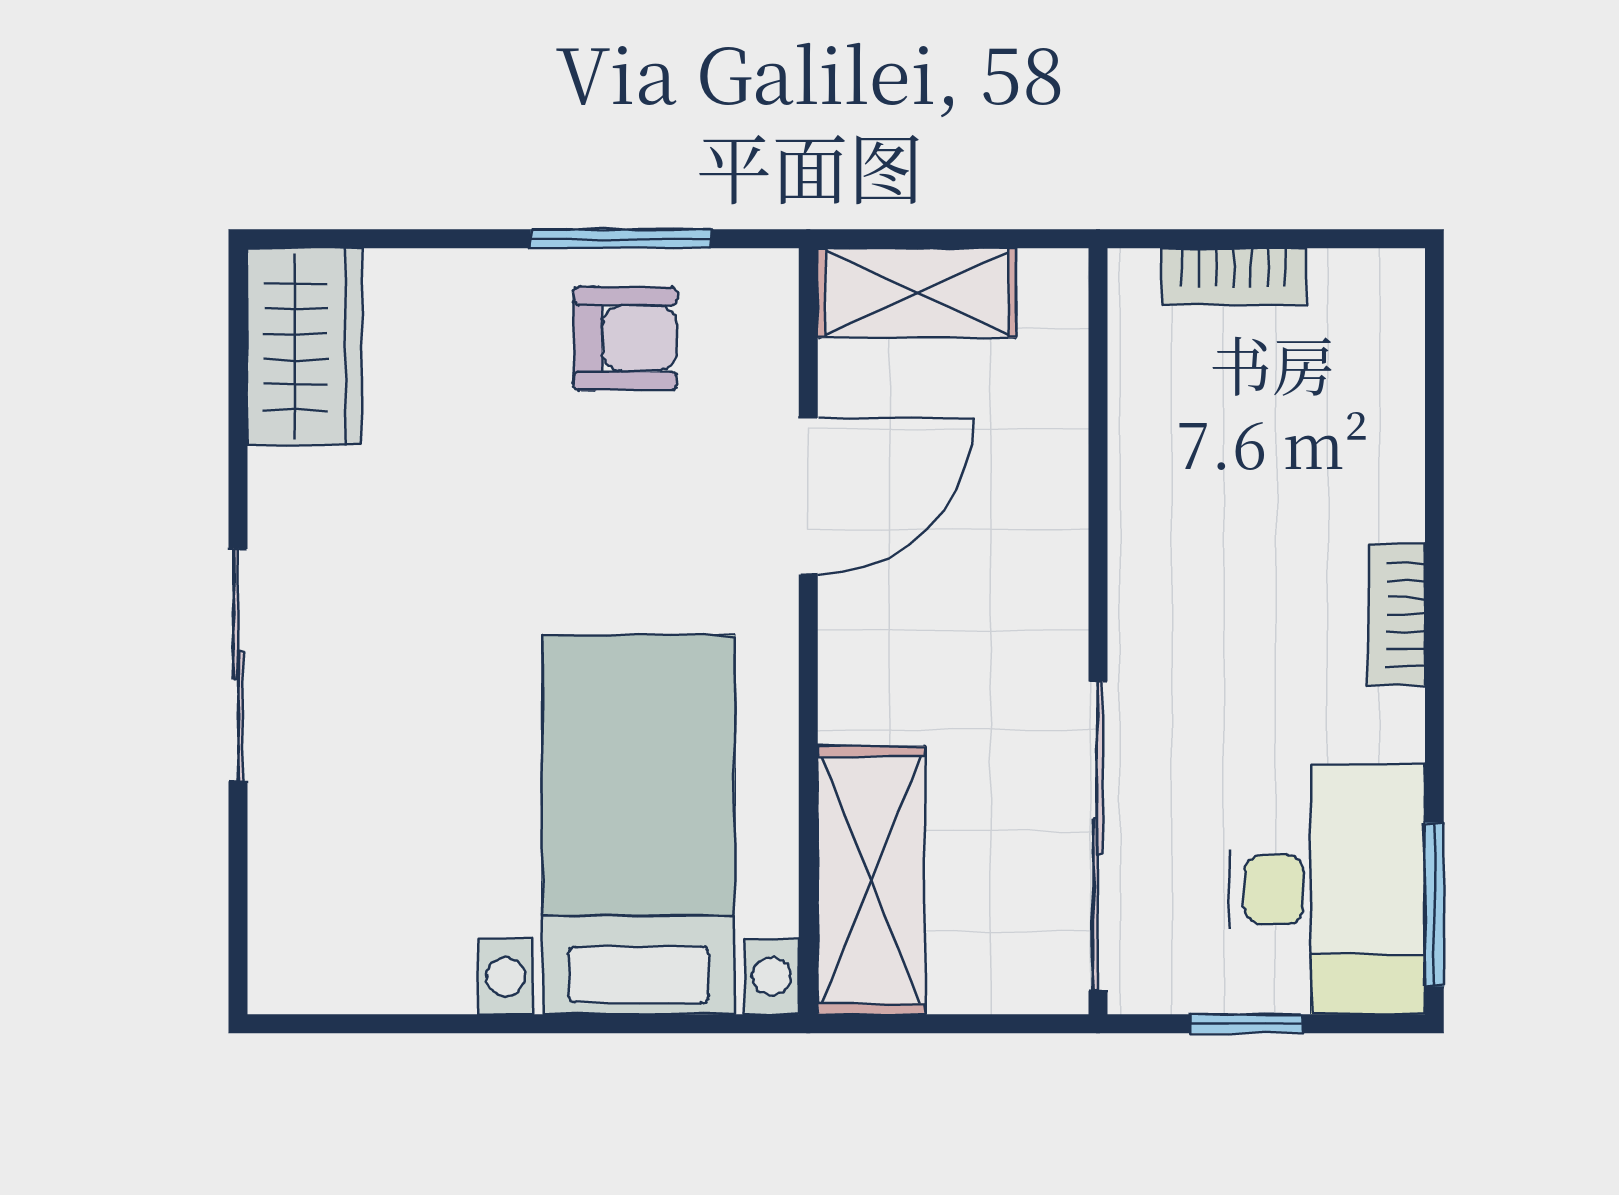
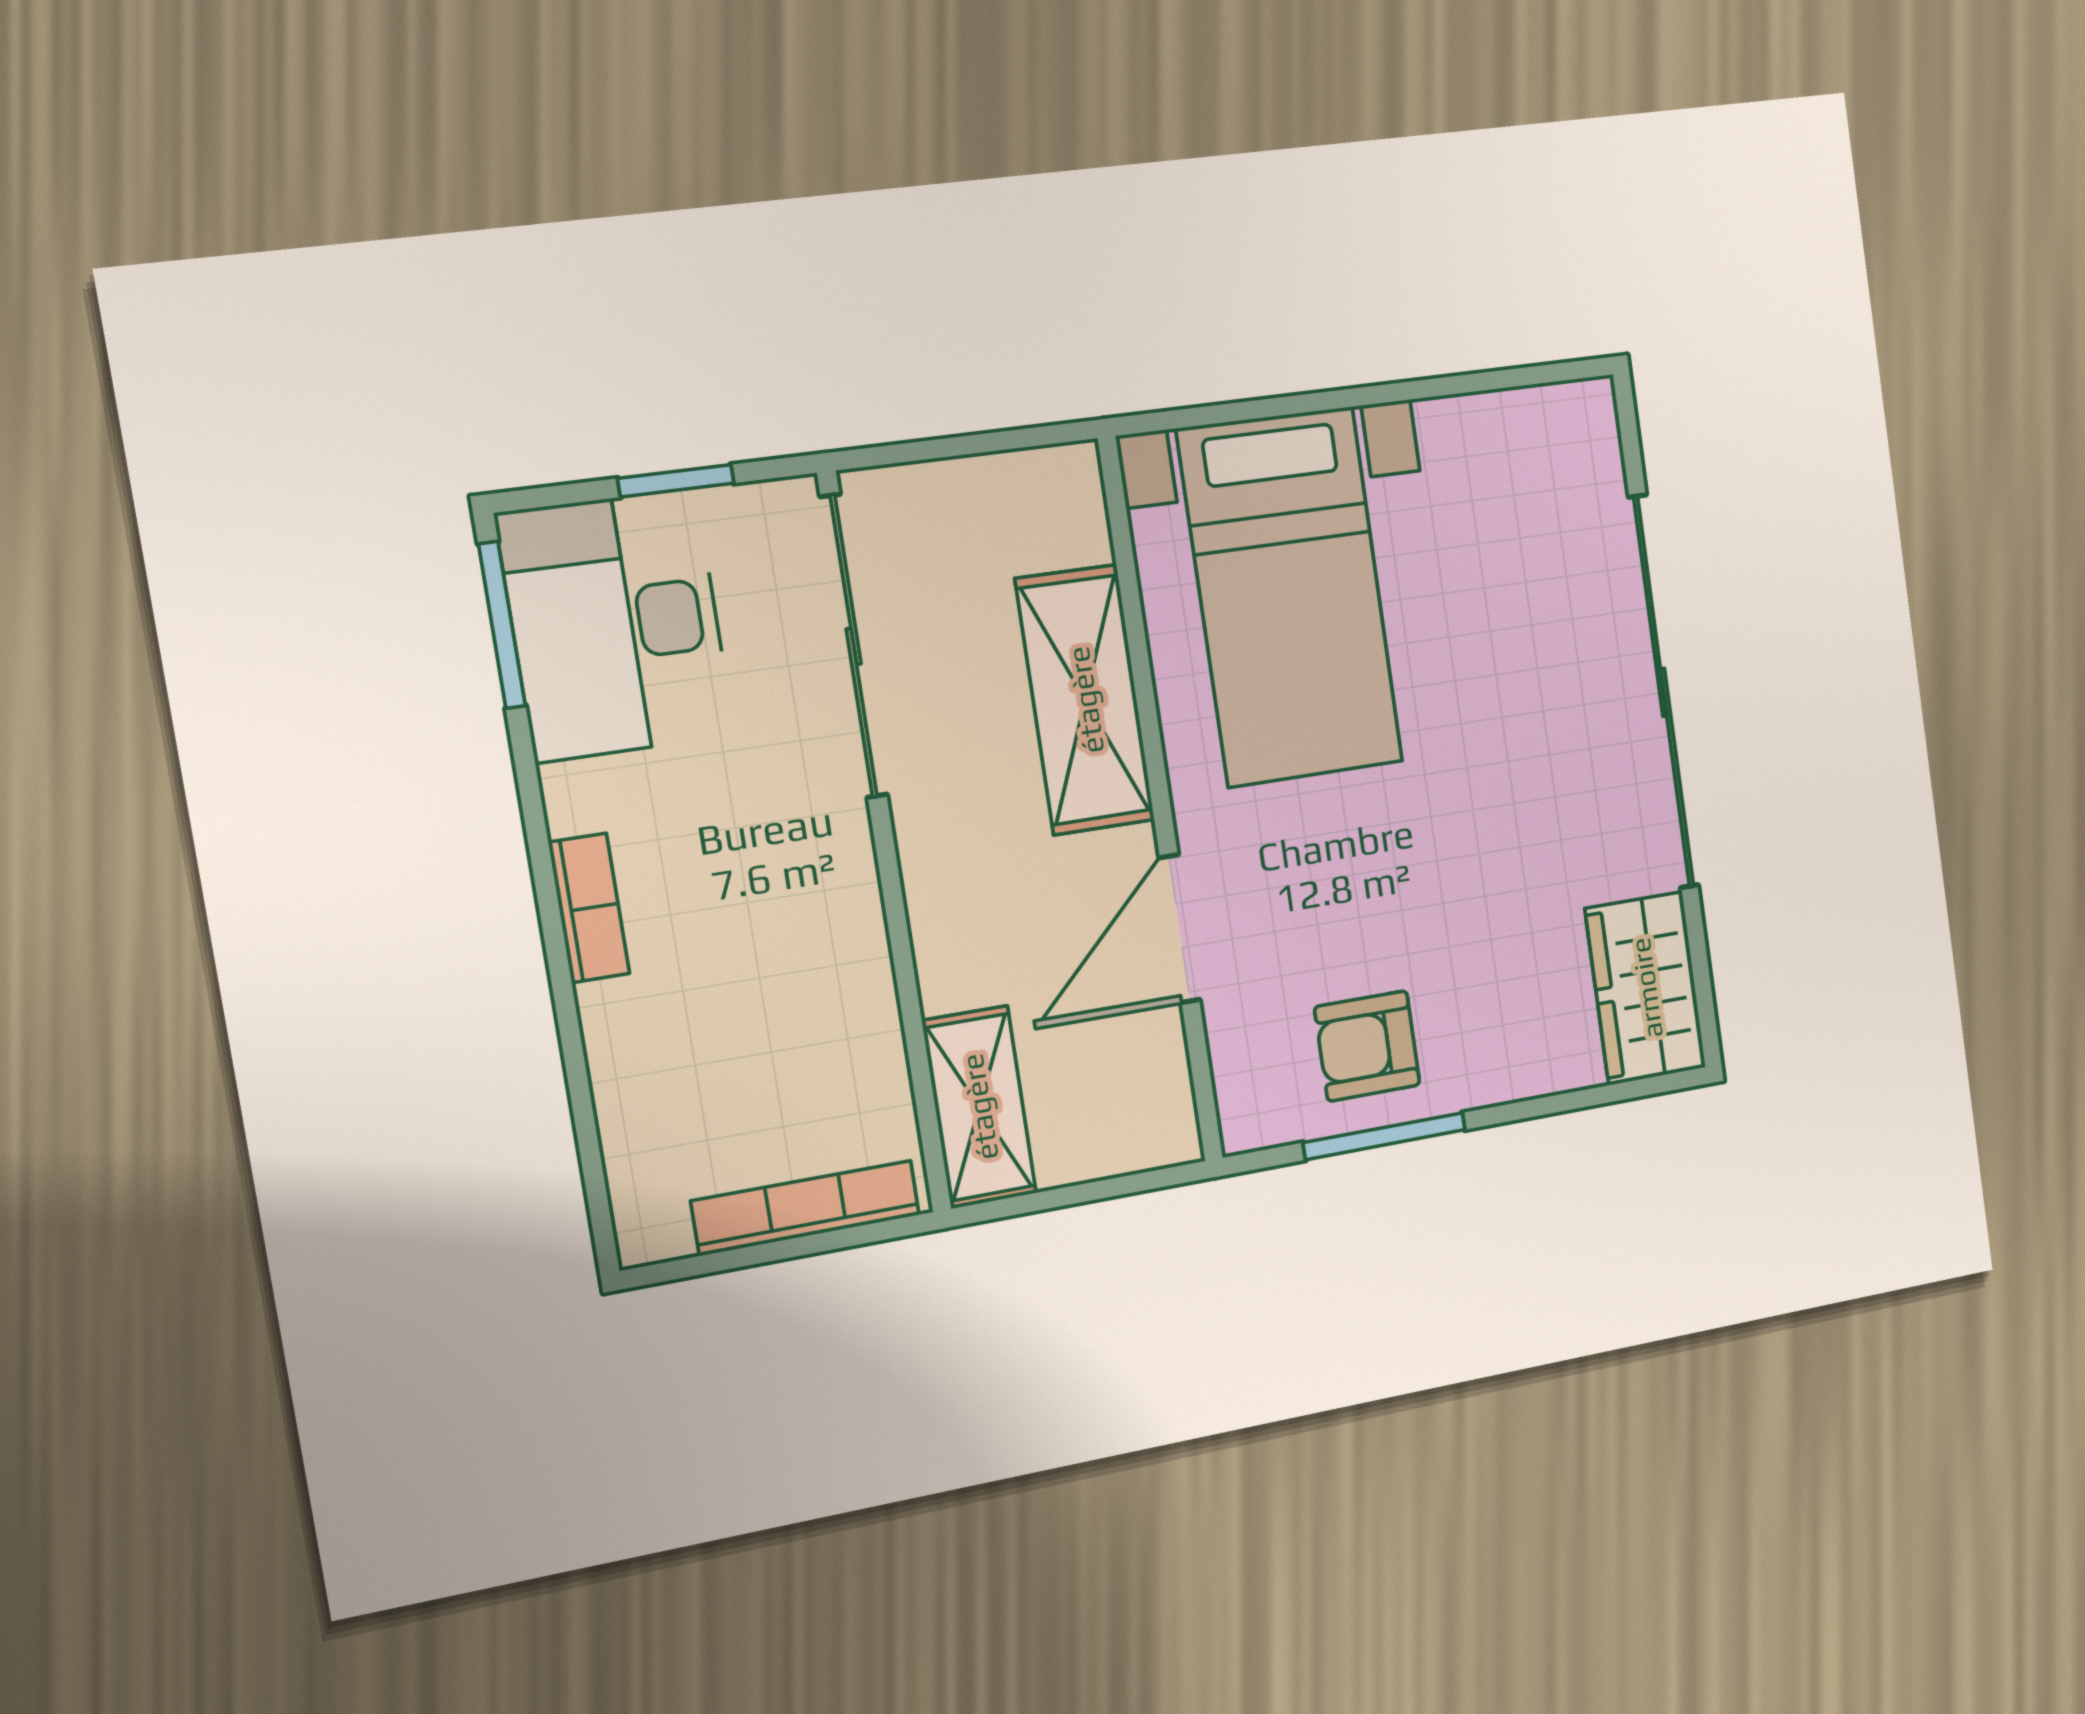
bookcase: (1234, 277) -> (806, 1208), width x1.56
shelving: (917, 293) -> (979, 1107), moved, turned 90
sliding door: (238, 665) -> (1664, 692), width x1.86
shelving: (871, 880) -> (1085, 700), moved

